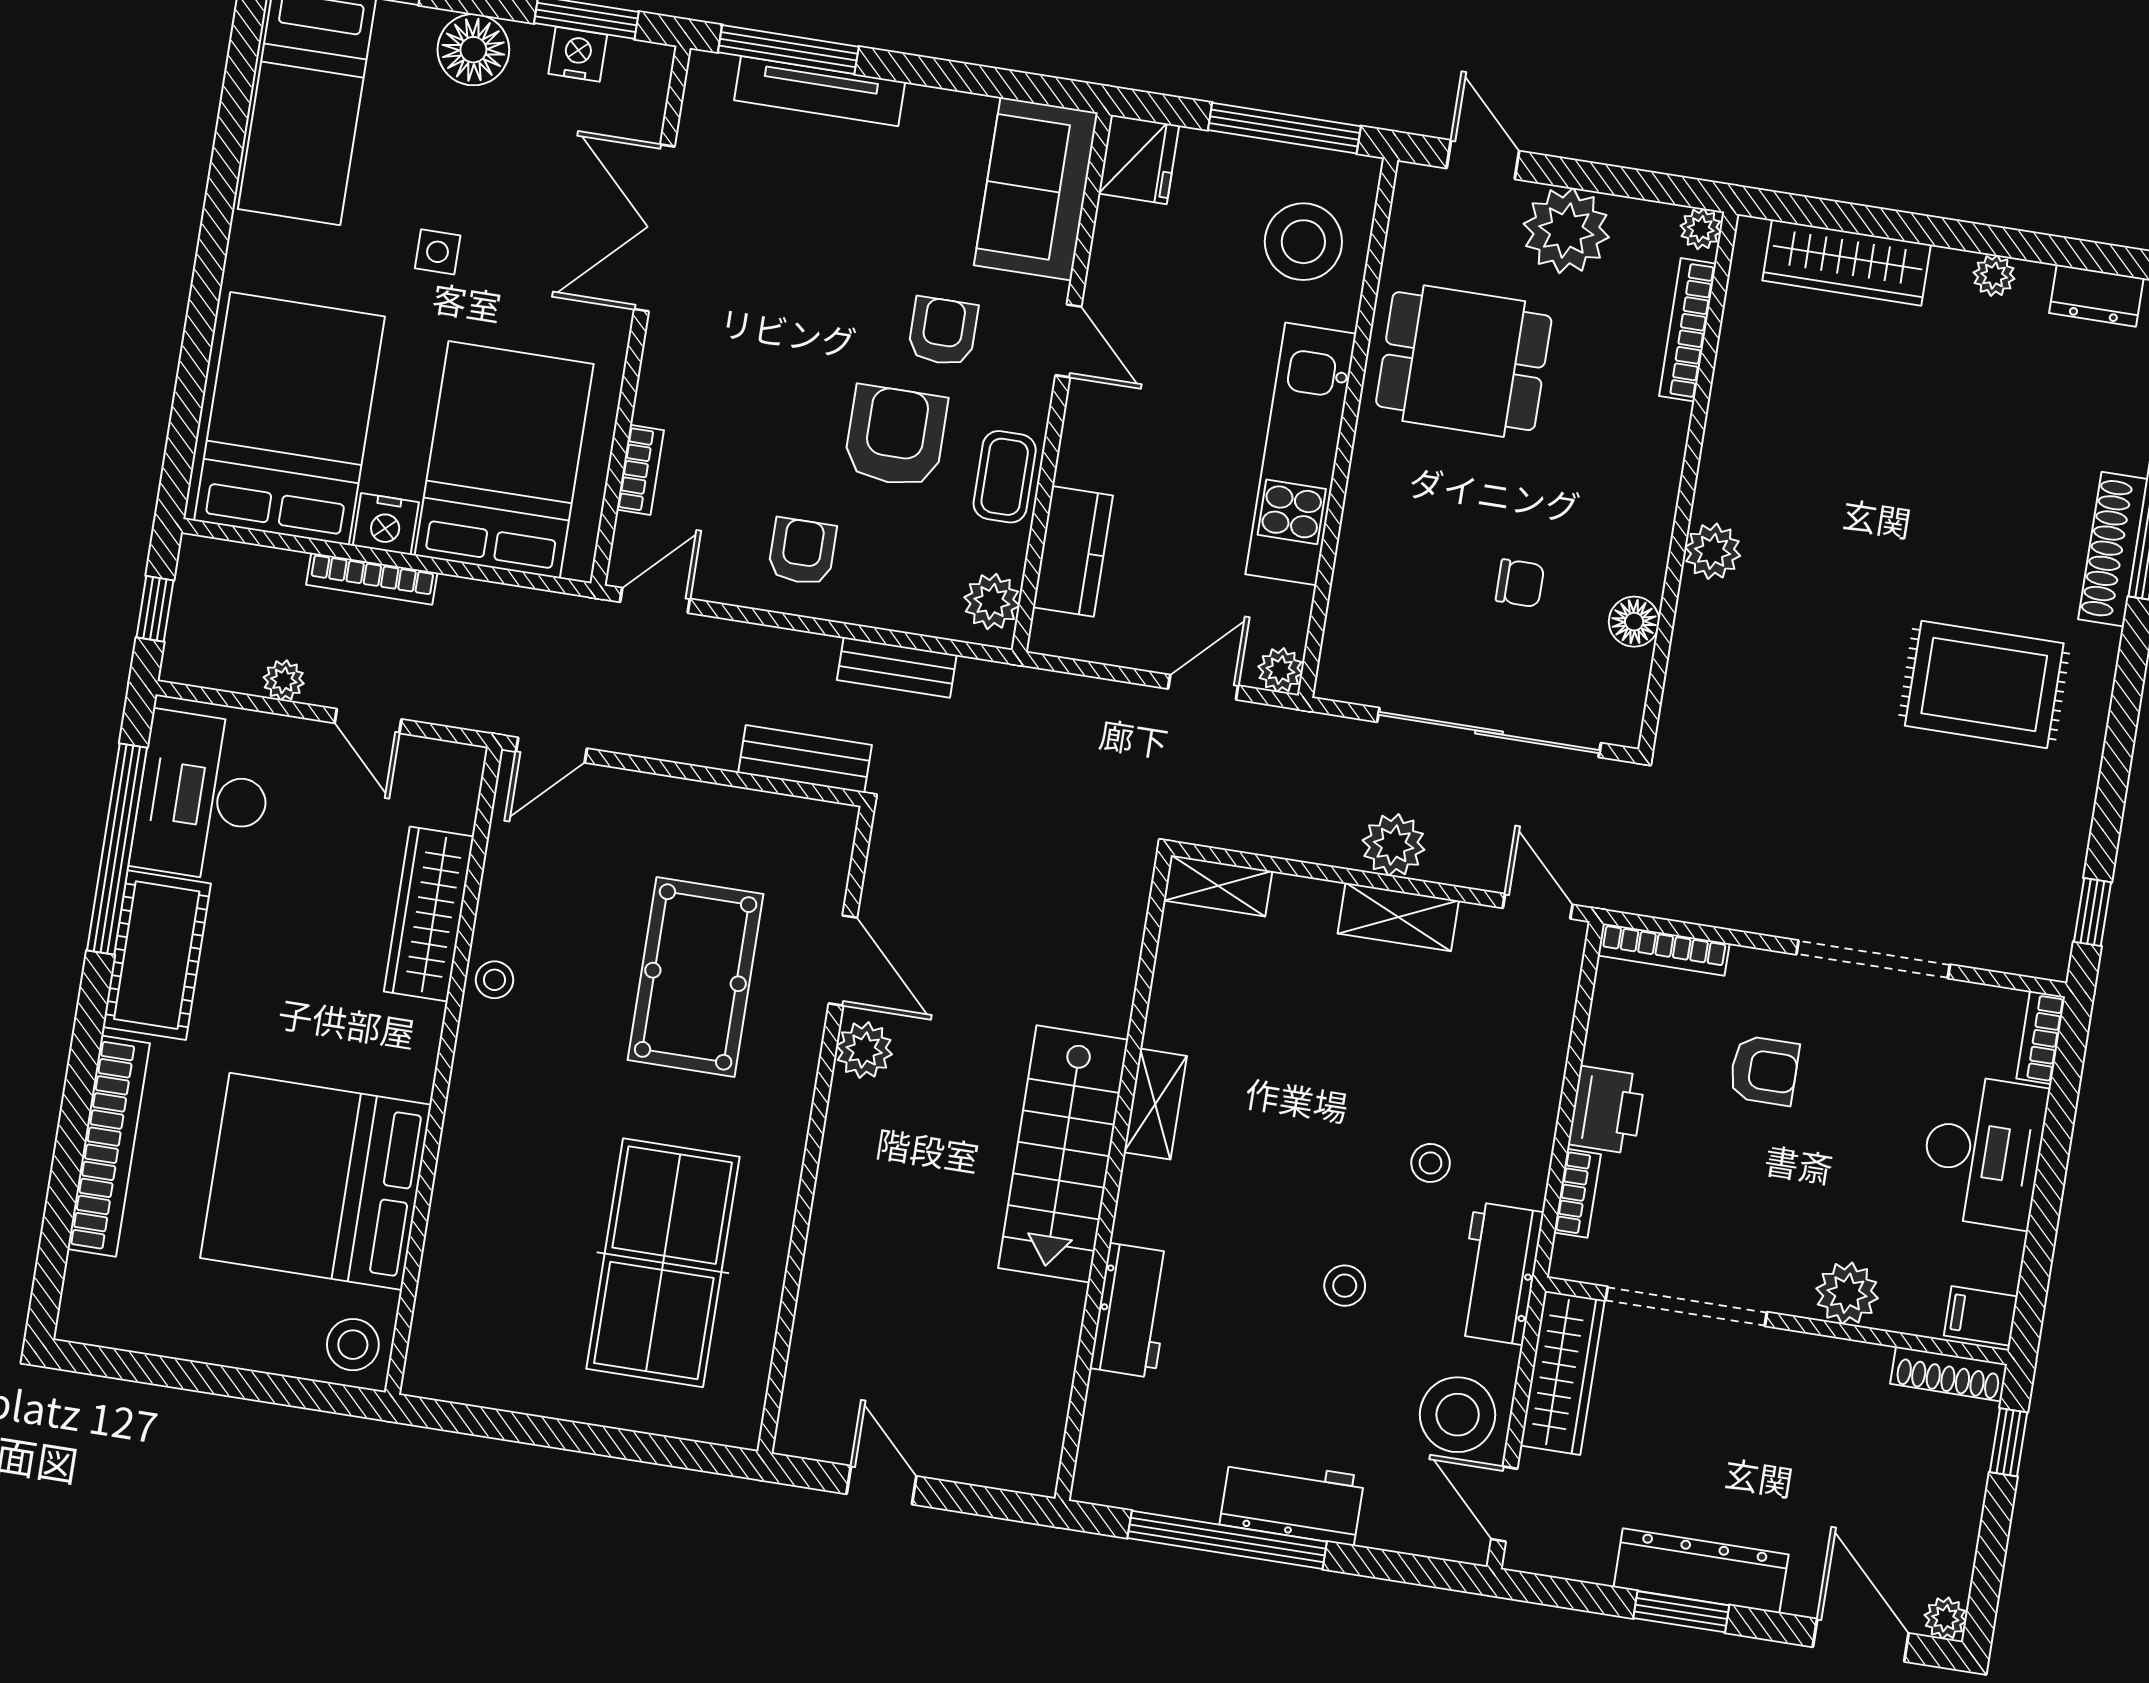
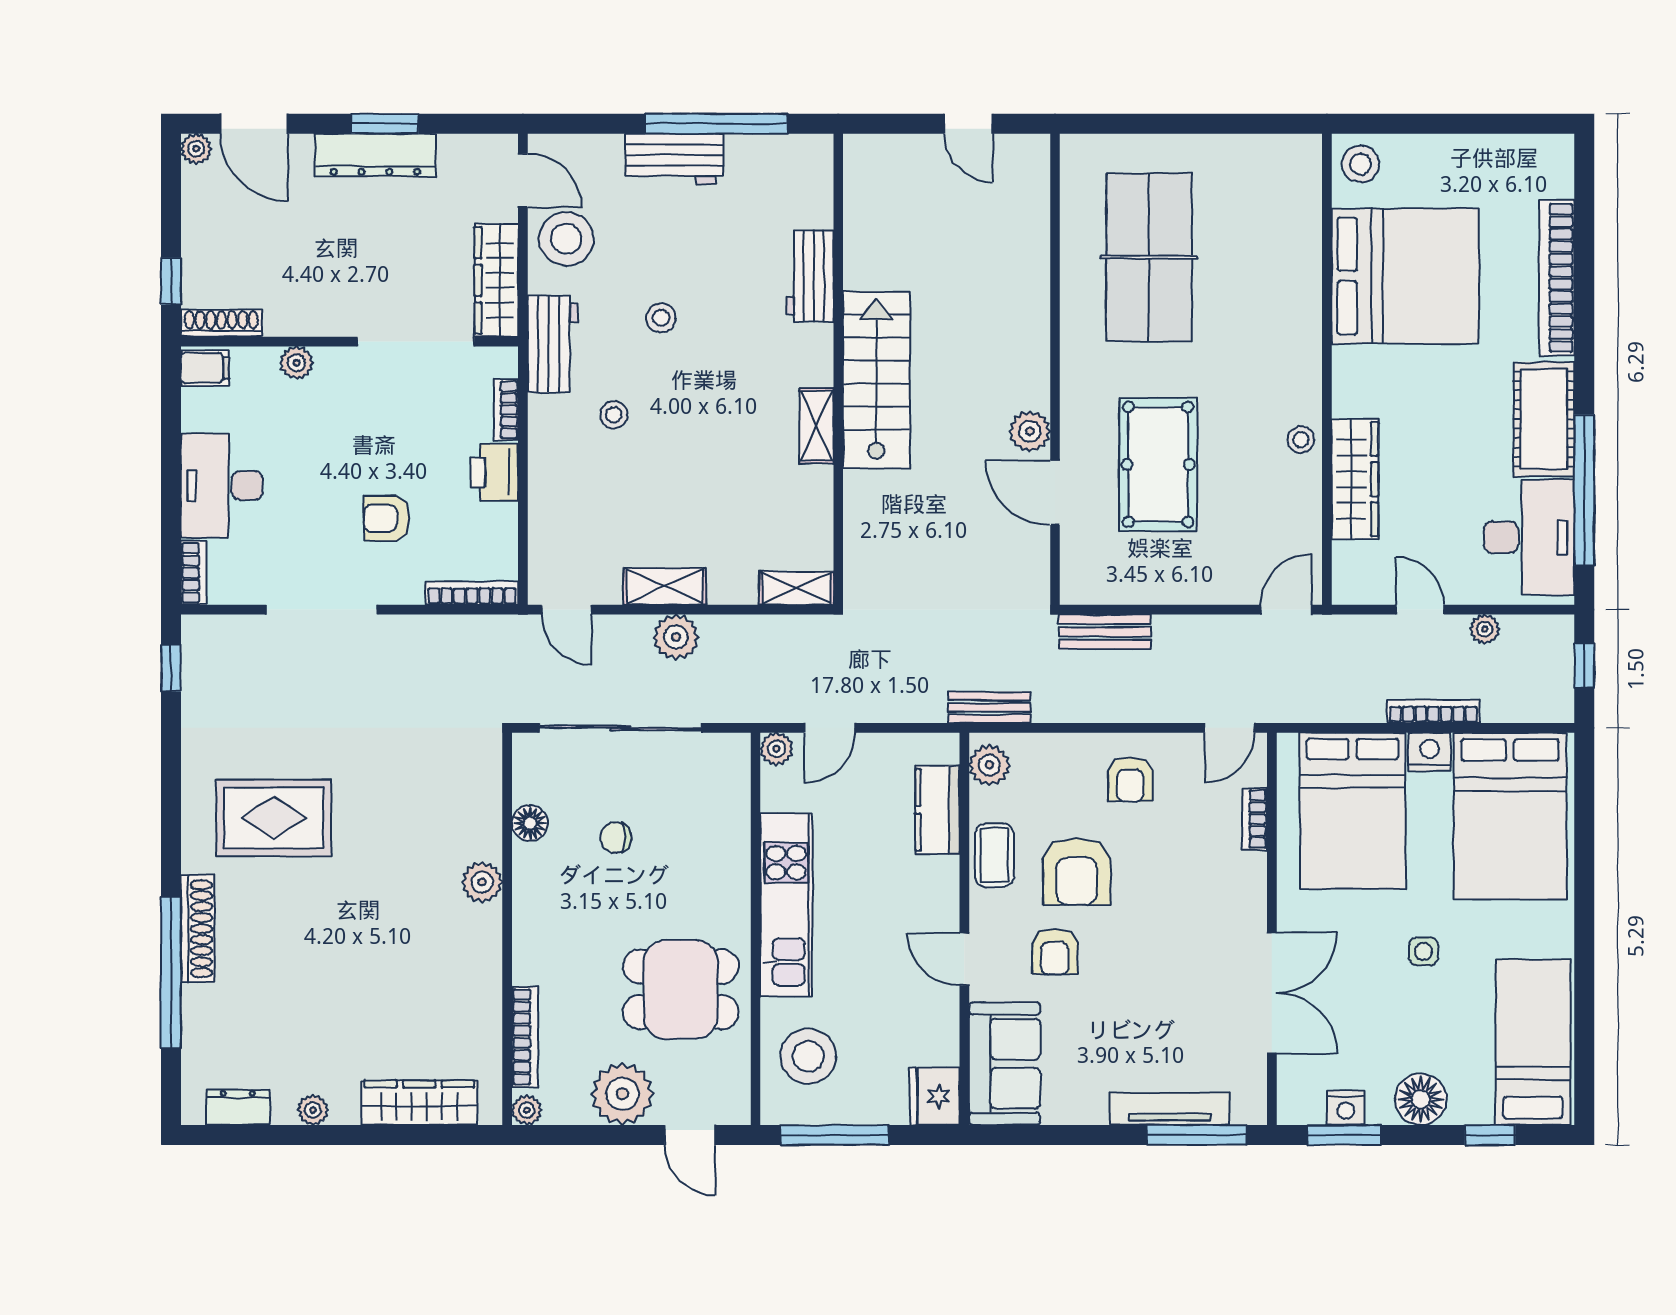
bench: (897, 667) -> (989, 707), moved
plant: (1847, 1293) -> (297, 363), width x0.73, depth x0.73

